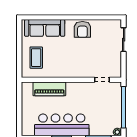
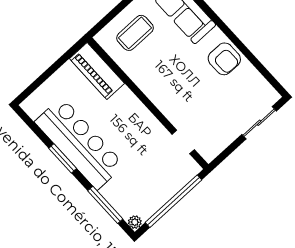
armchair: (82, 29) -> (224, 59), turned -90
piano: (49, 89) -> (97, 71), moved

